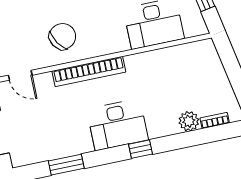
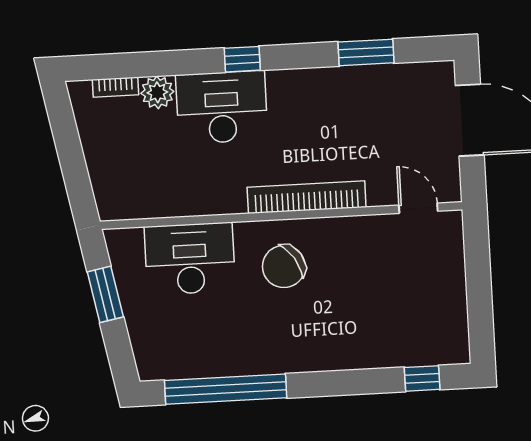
chair: (62, 36) -> (284, 266), moved
desk: (118, 125) -> (222, 107), moved

